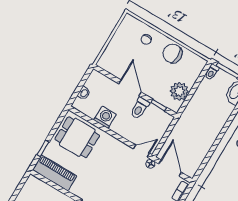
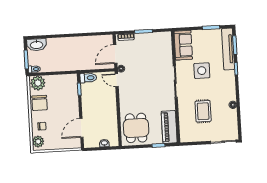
plant: (133, 24) -> (38, 142), added
door: (130, 88) -> (81, 128), moved
plant: (179, 91) -> (38, 83), moved
toilet: (140, 108) -> (88, 78), moved
washing machine: (105, 117) -> (111, 119), removed

